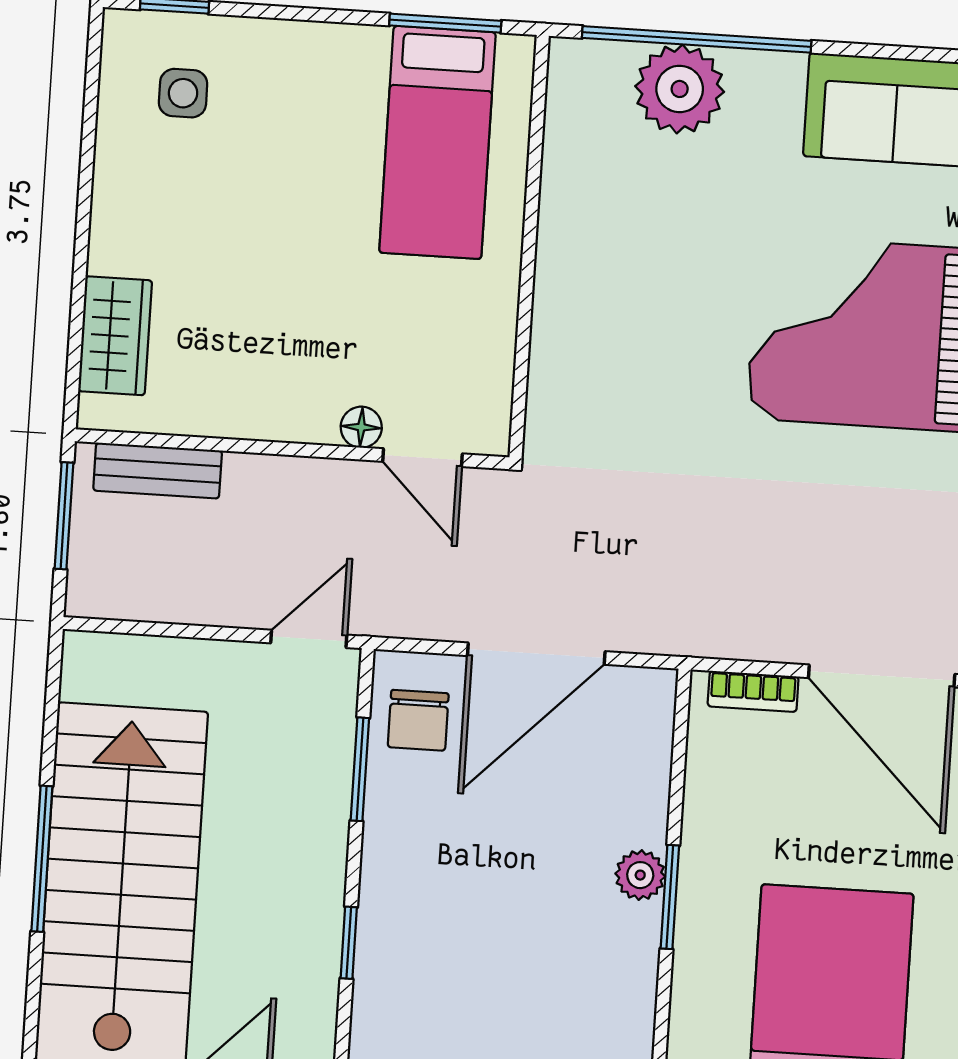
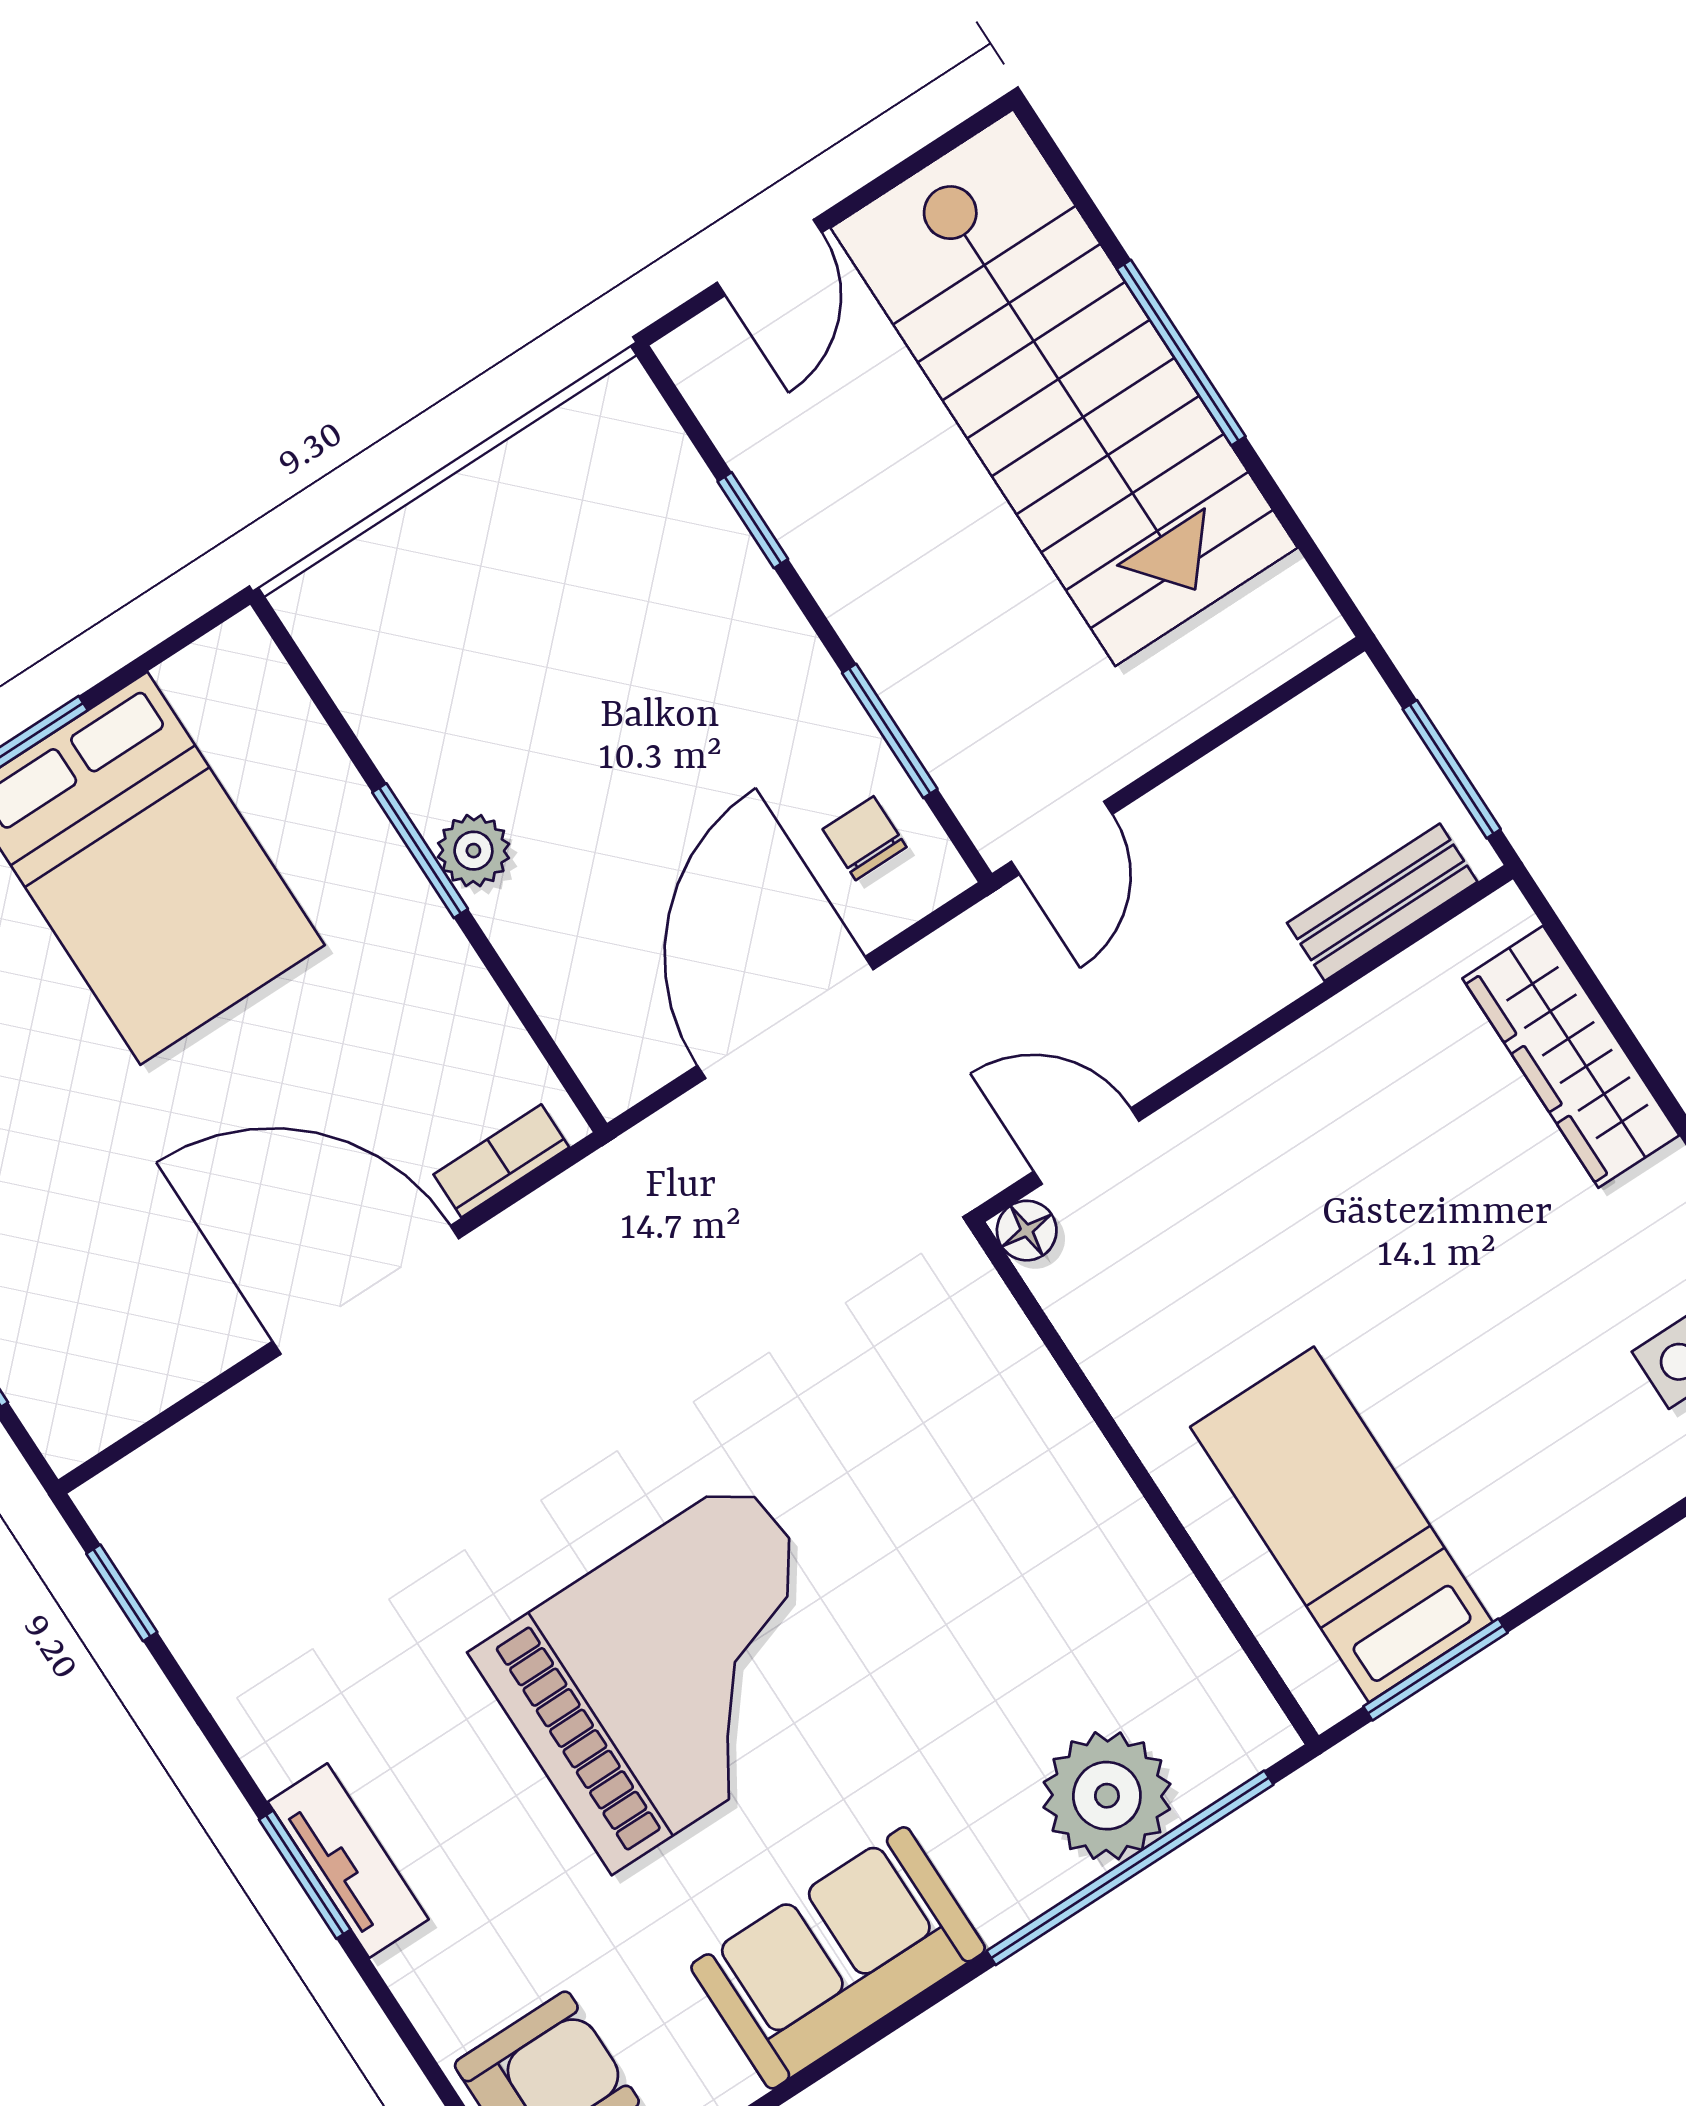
wardrobe: (115, 336) -> (1571, 1057), width x1.50
floor lamp: (361, 427) -> (1027, 1231), moved
chair: (418, 720) -> (865, 838), width x0.73, depth x0.73

